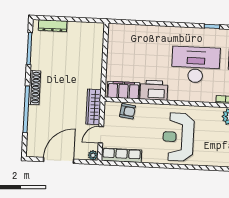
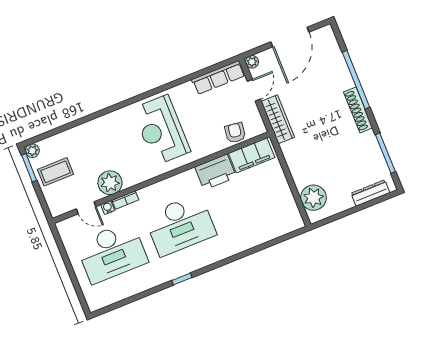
plant: (94, 41) -> (313, 198), added
armchair: (128, 111) -> (235, 133), turned 90
reception desk: (178, 137) -> (161, 130), turned 180

